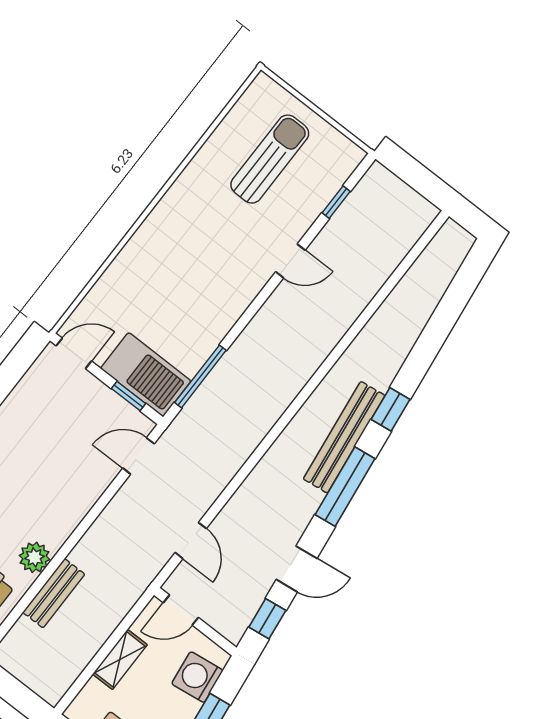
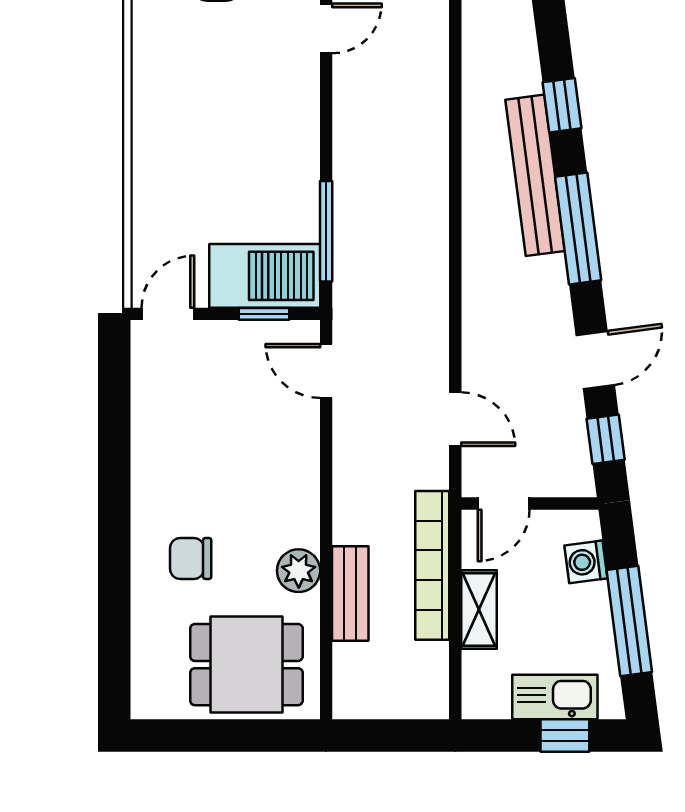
door: (139, 456) -> (326, 371), hinge flipped
bookcase: (113, 614) -> (432, 565), added
washing machine: (197, 677) -> (586, 562), width x0.73, depth x0.73

